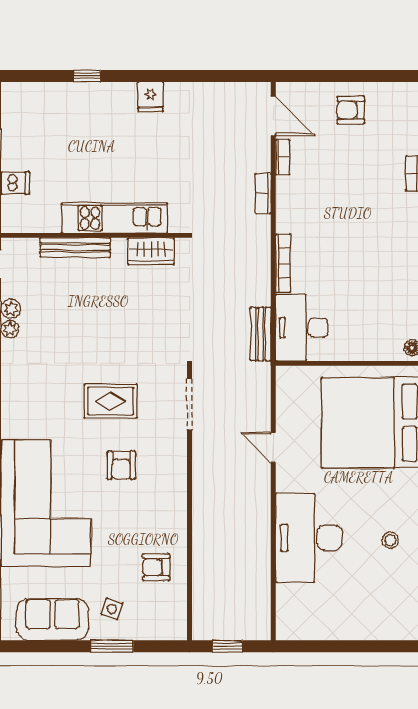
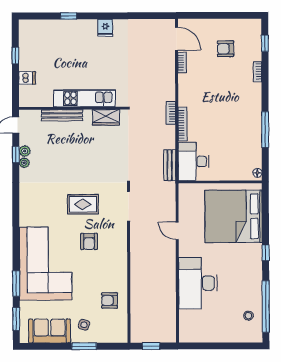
armchair: (351, 110) -> (225, 49), moved
bookcase: (263, 194) -> (171, 113), moved
stool: (390, 540) -> (248, 316), moved

